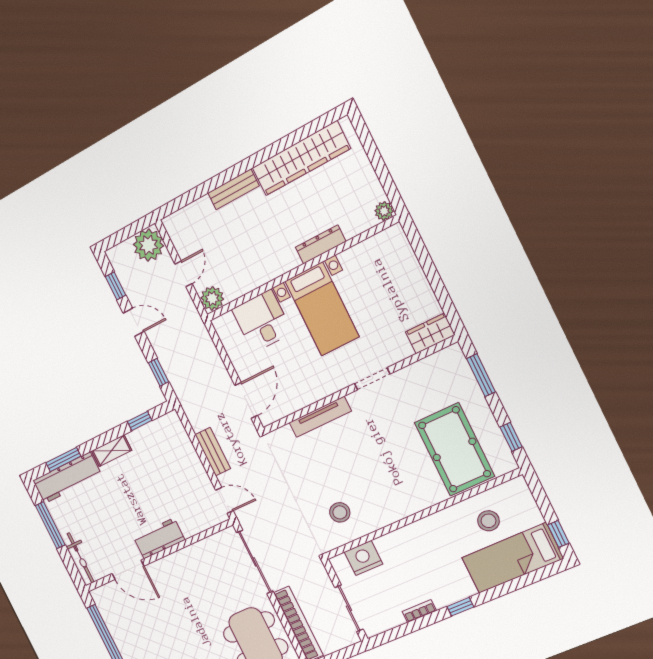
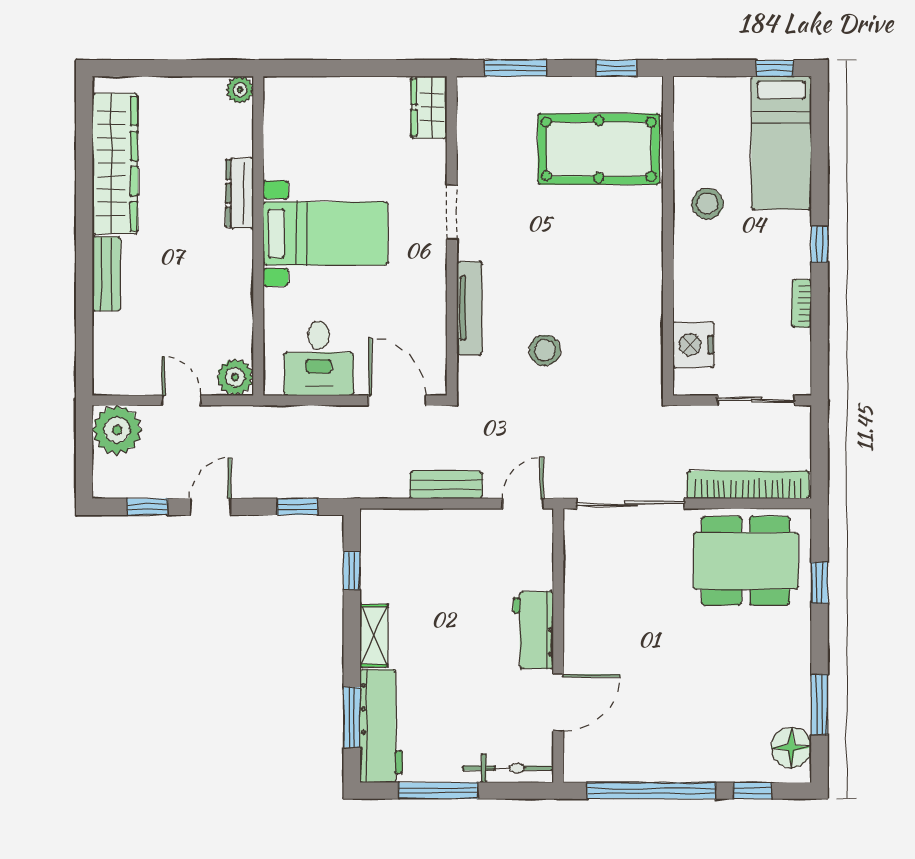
desk: (262, 321) -> (319, 358), moved, turned -90
stool: (340, 512) -> (545, 350), moved
stool: (488, 521) -> (708, 204), moved

